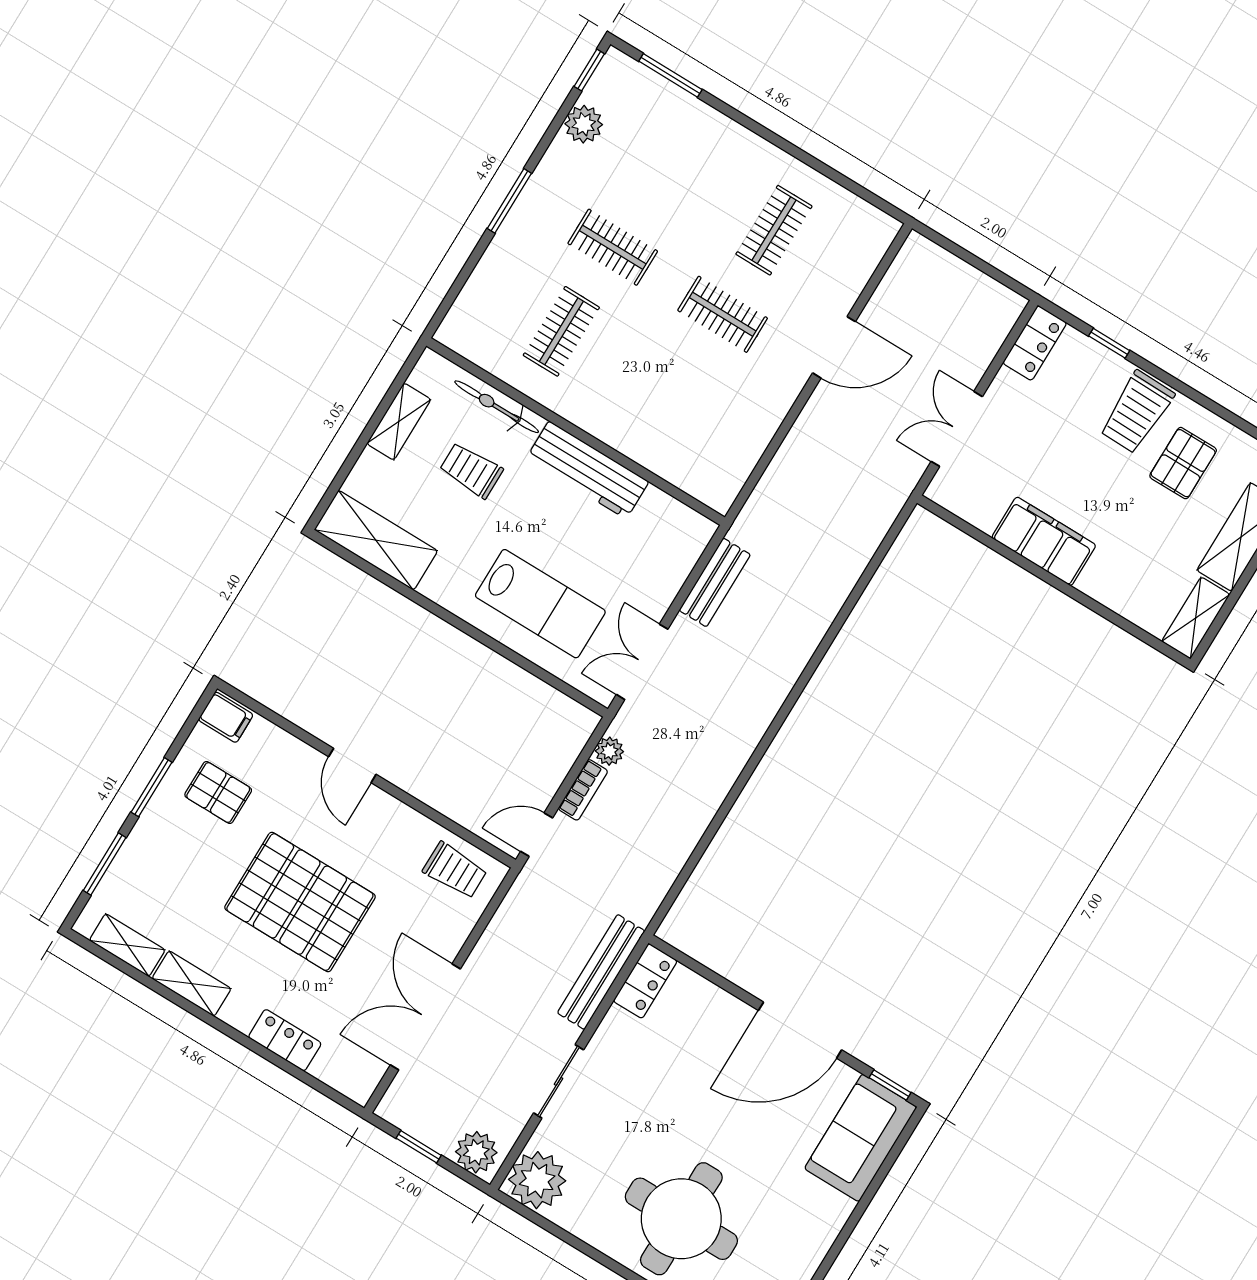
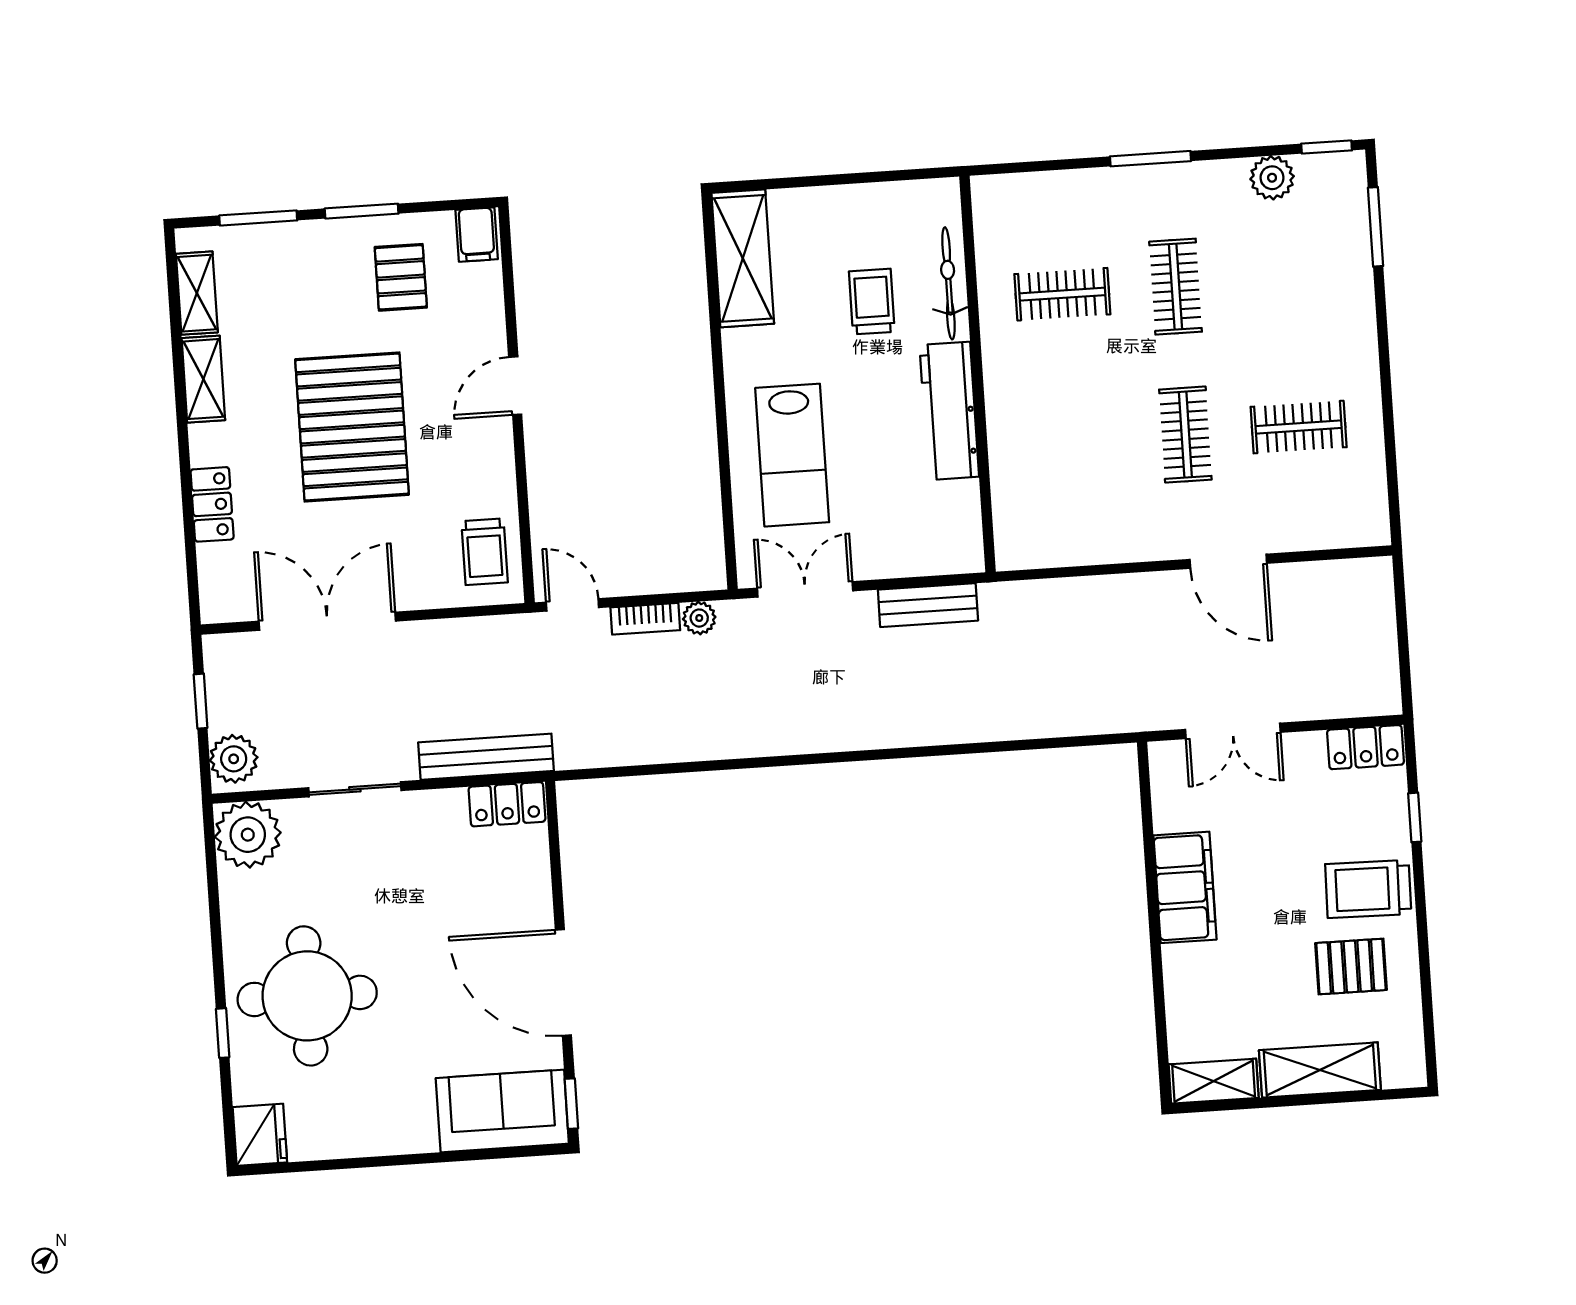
shelving: (399, 422) -> (870, 201), removed
double door: (957, 429) -> (1233, 731), swing flipped

